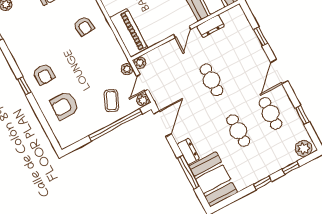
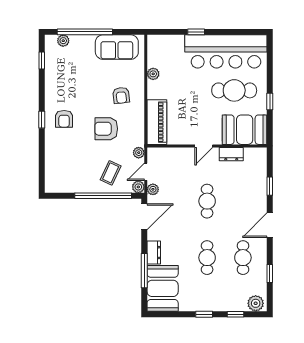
plant: (140, 63) -> (153, 189), moved
armchair: (64, 105) -> (106, 129), moved

